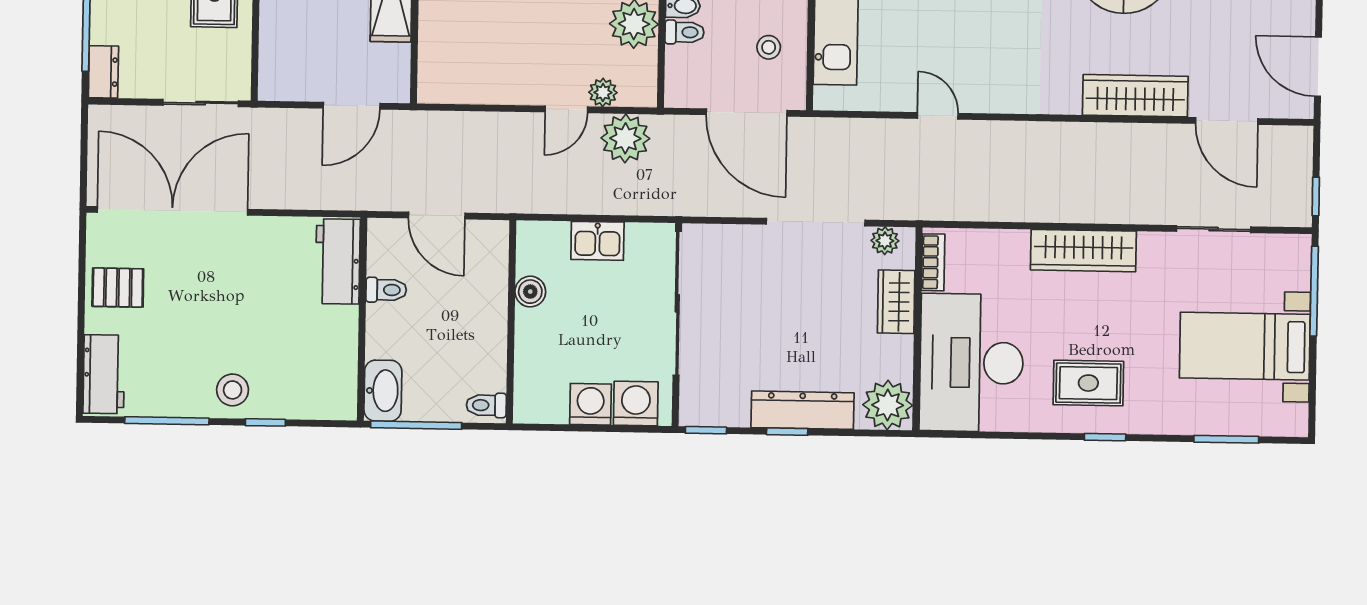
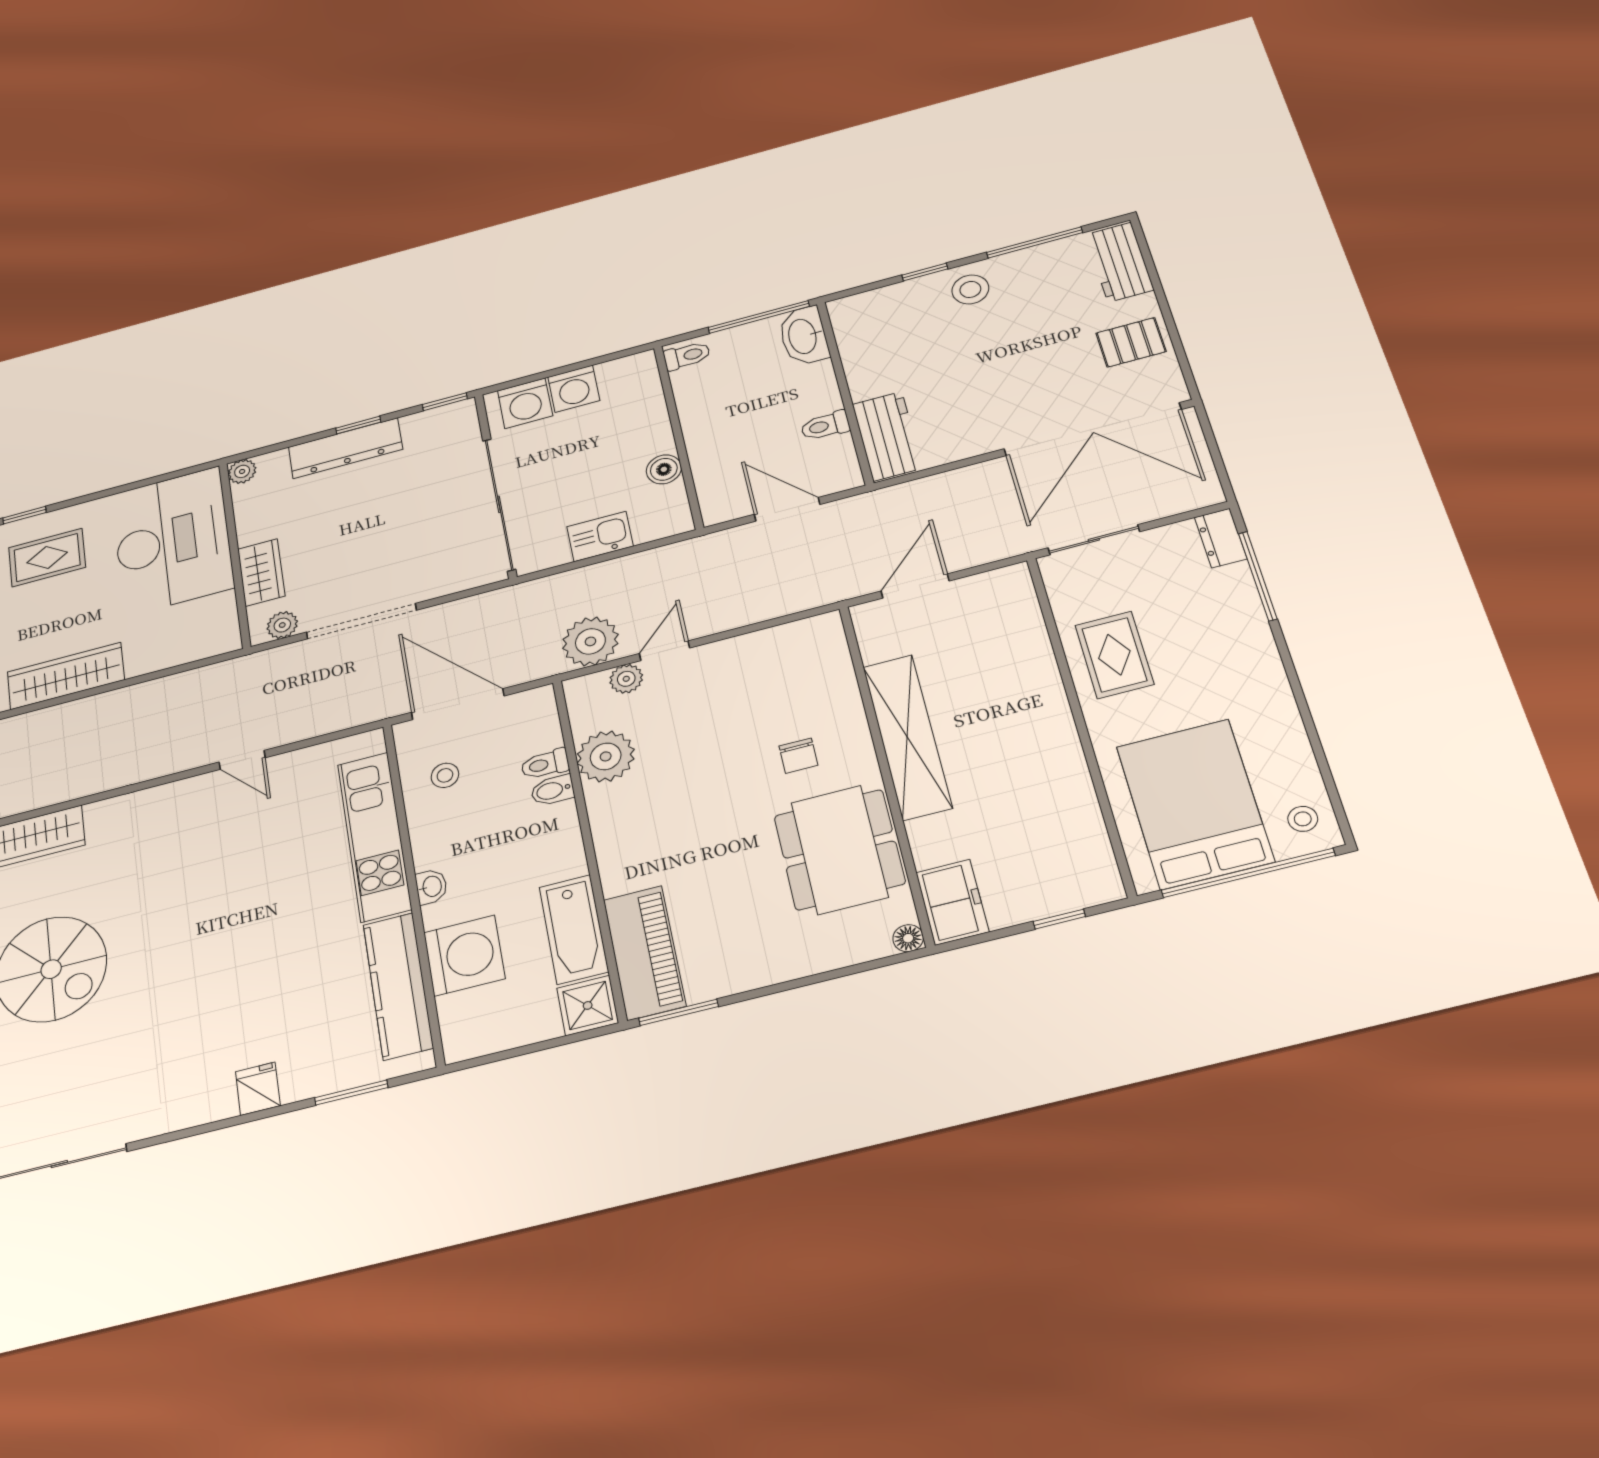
bookcase: (933, 262) -> (227, 620), removed
plant: (888, 405) -> (242, 471), width x0.53, depth x0.53

